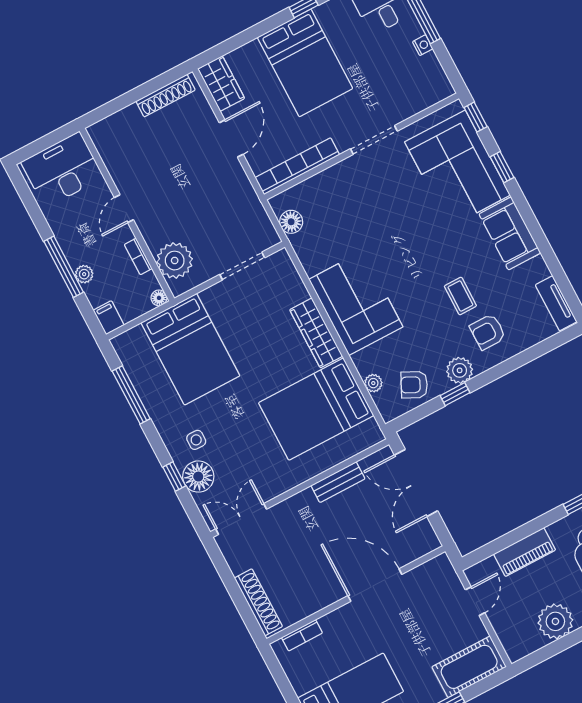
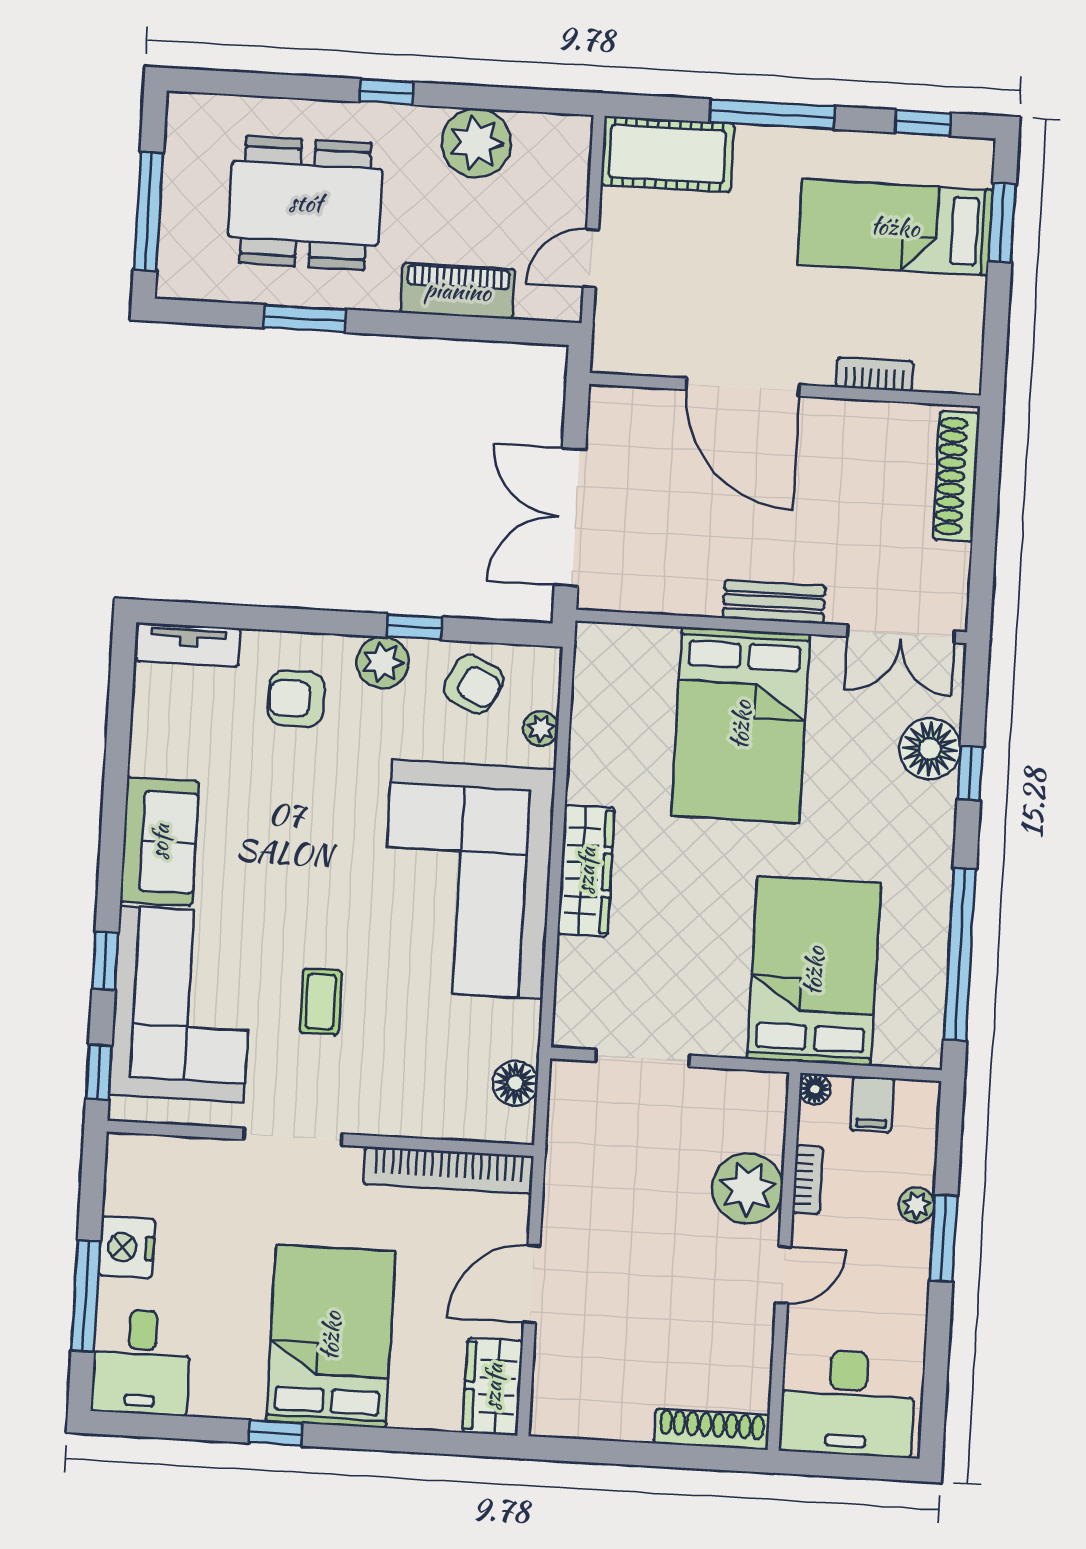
nightstand: (423, 45) -> (127, 1247), width x1.89, depth x1.79
shoe rack: (166, 96) -> (712, 1429), moved
plant: (175, 261) -> (747, 1188), moved
window: (64, 267) -> (944, 1238), width x0.69
coffee table: (460, 296) -> (321, 1002), moved
corner sofa: (356, 303) -> (467, 879), width x1.36, depth x1.36
tv unit: (556, 303) -> (188, 645), moved, turned 90
filing cabinet: (109, 318) -> (872, 1104), moved
armchair: (488, 332) -> (296, 699), turned 180
window: (131, 395) -> (960, 954), width x1.46
bed: (316, 409) -> (741, 725), moved, turned 90
side table: (196, 440) -> (896, 813), removed
bench: (338, 482) -> (774, 602), moved
double door: (416, 483) -> (570, 517), swing flipped
bookcase: (302, 635) -> (875, 374), moved

